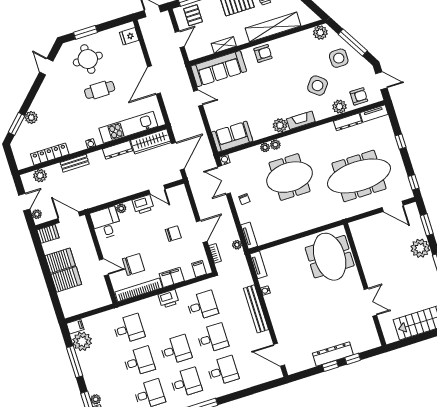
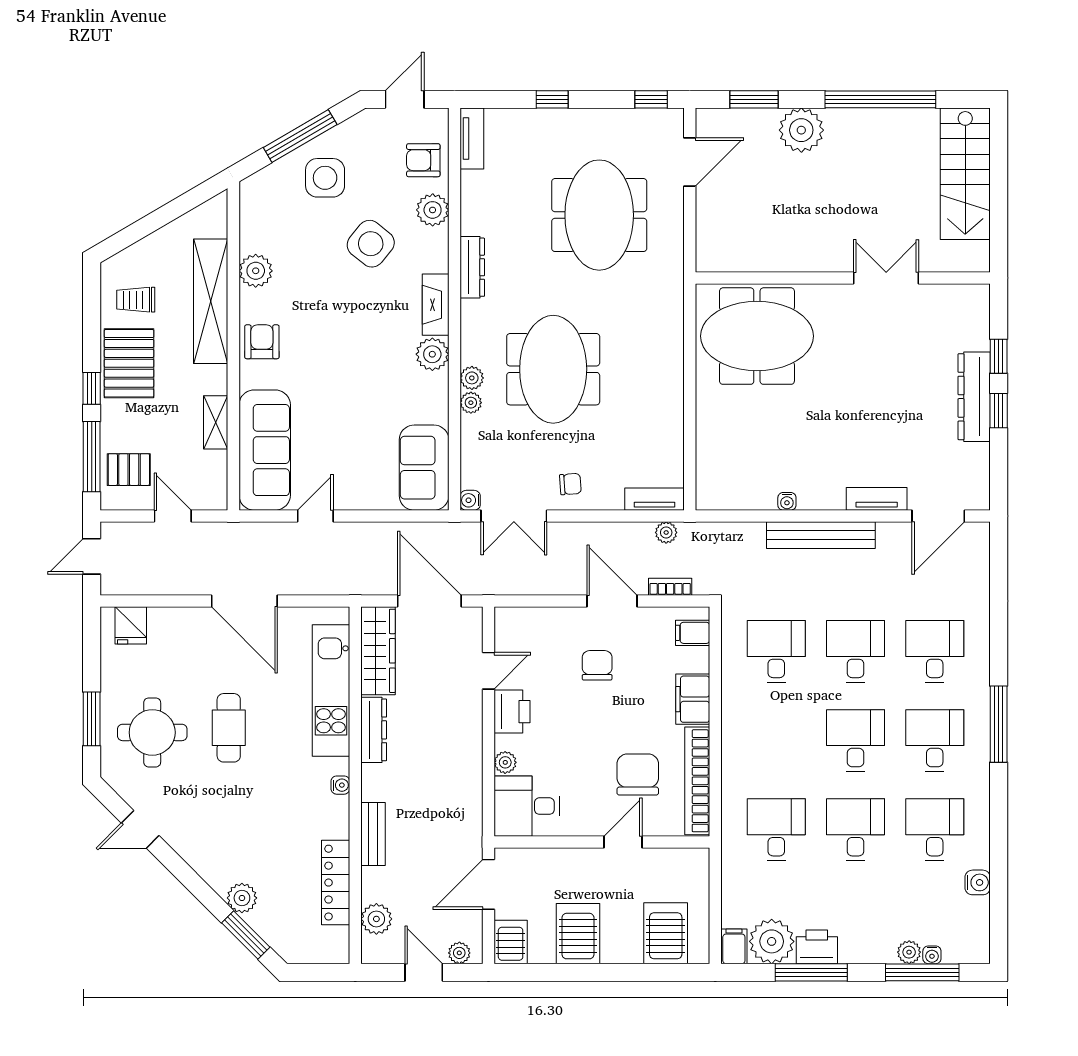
plant: (320, 33) -> (256, 271), moved
armchair: (359, 96) -> (423, 160), turned -90
dresser: (348, 122) -> (472, 267), moved
meeting table: (359, 176) -> (599, 215), width x0.73
tv unit: (259, 265) -> (877, 499), moved
server rack: (66, 279) -> (666, 933), moved
printer: (169, 299) -> (817, 947), moved, turned -90

